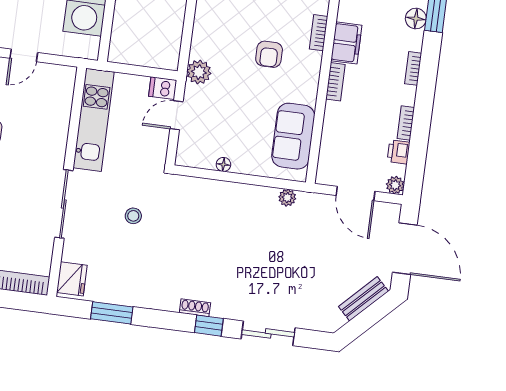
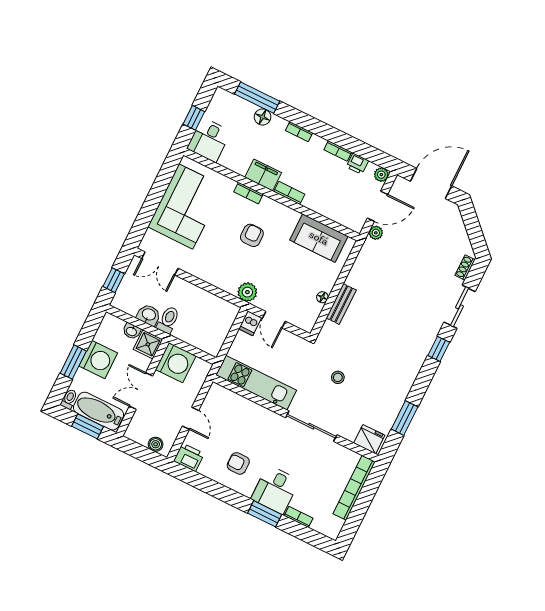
armchair: (269, 54) -> (252, 235), turned -90
plant: (287, 198) -> (376, 233), moved
bench: (363, 299) -> (341, 304), moved, turned 45
shoe rack: (195, 308) -> (465, 268), moved

